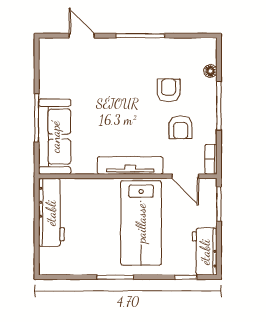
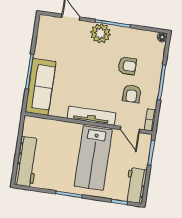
plant: (126, 51) -> (100, 33), added
floor lamp: (210, 71) -> (162, 37), moved
armchair: (169, 90) -> (127, 66), turned 90
workbench: (51, 213) -> (27, 162), moved

